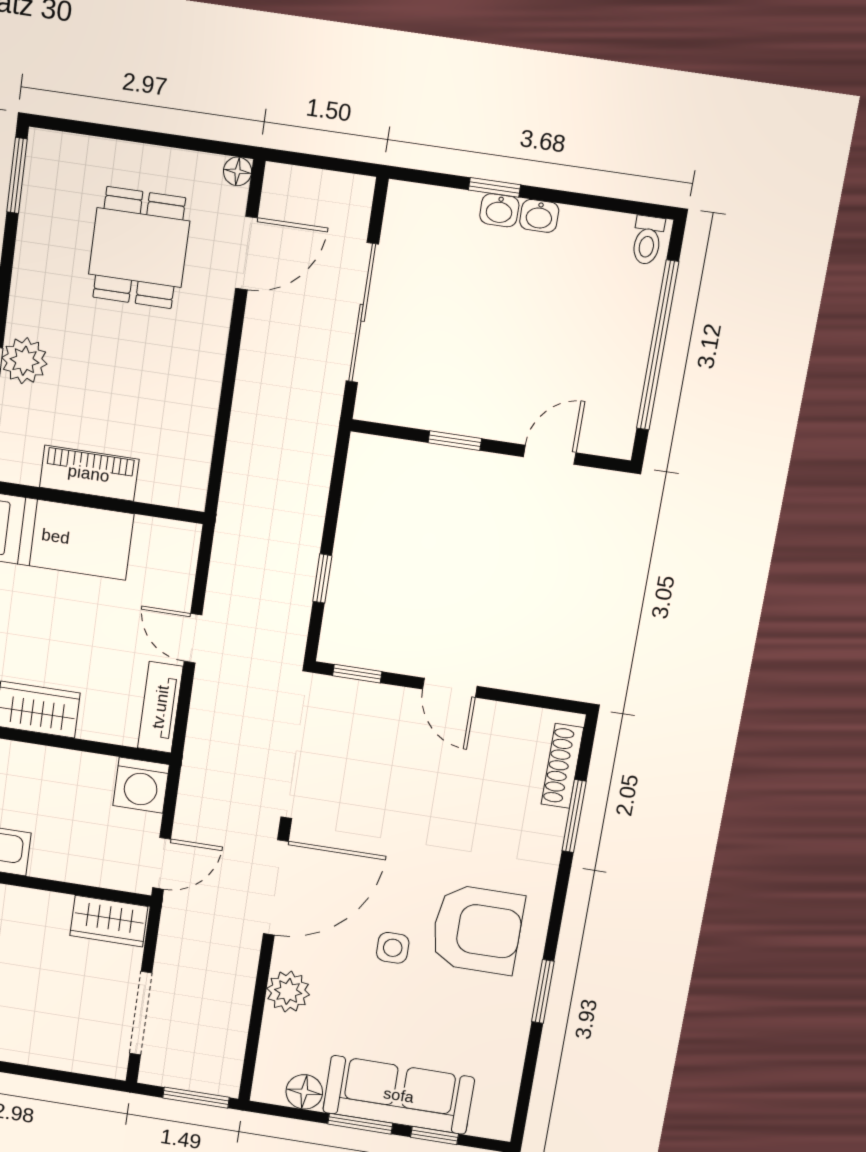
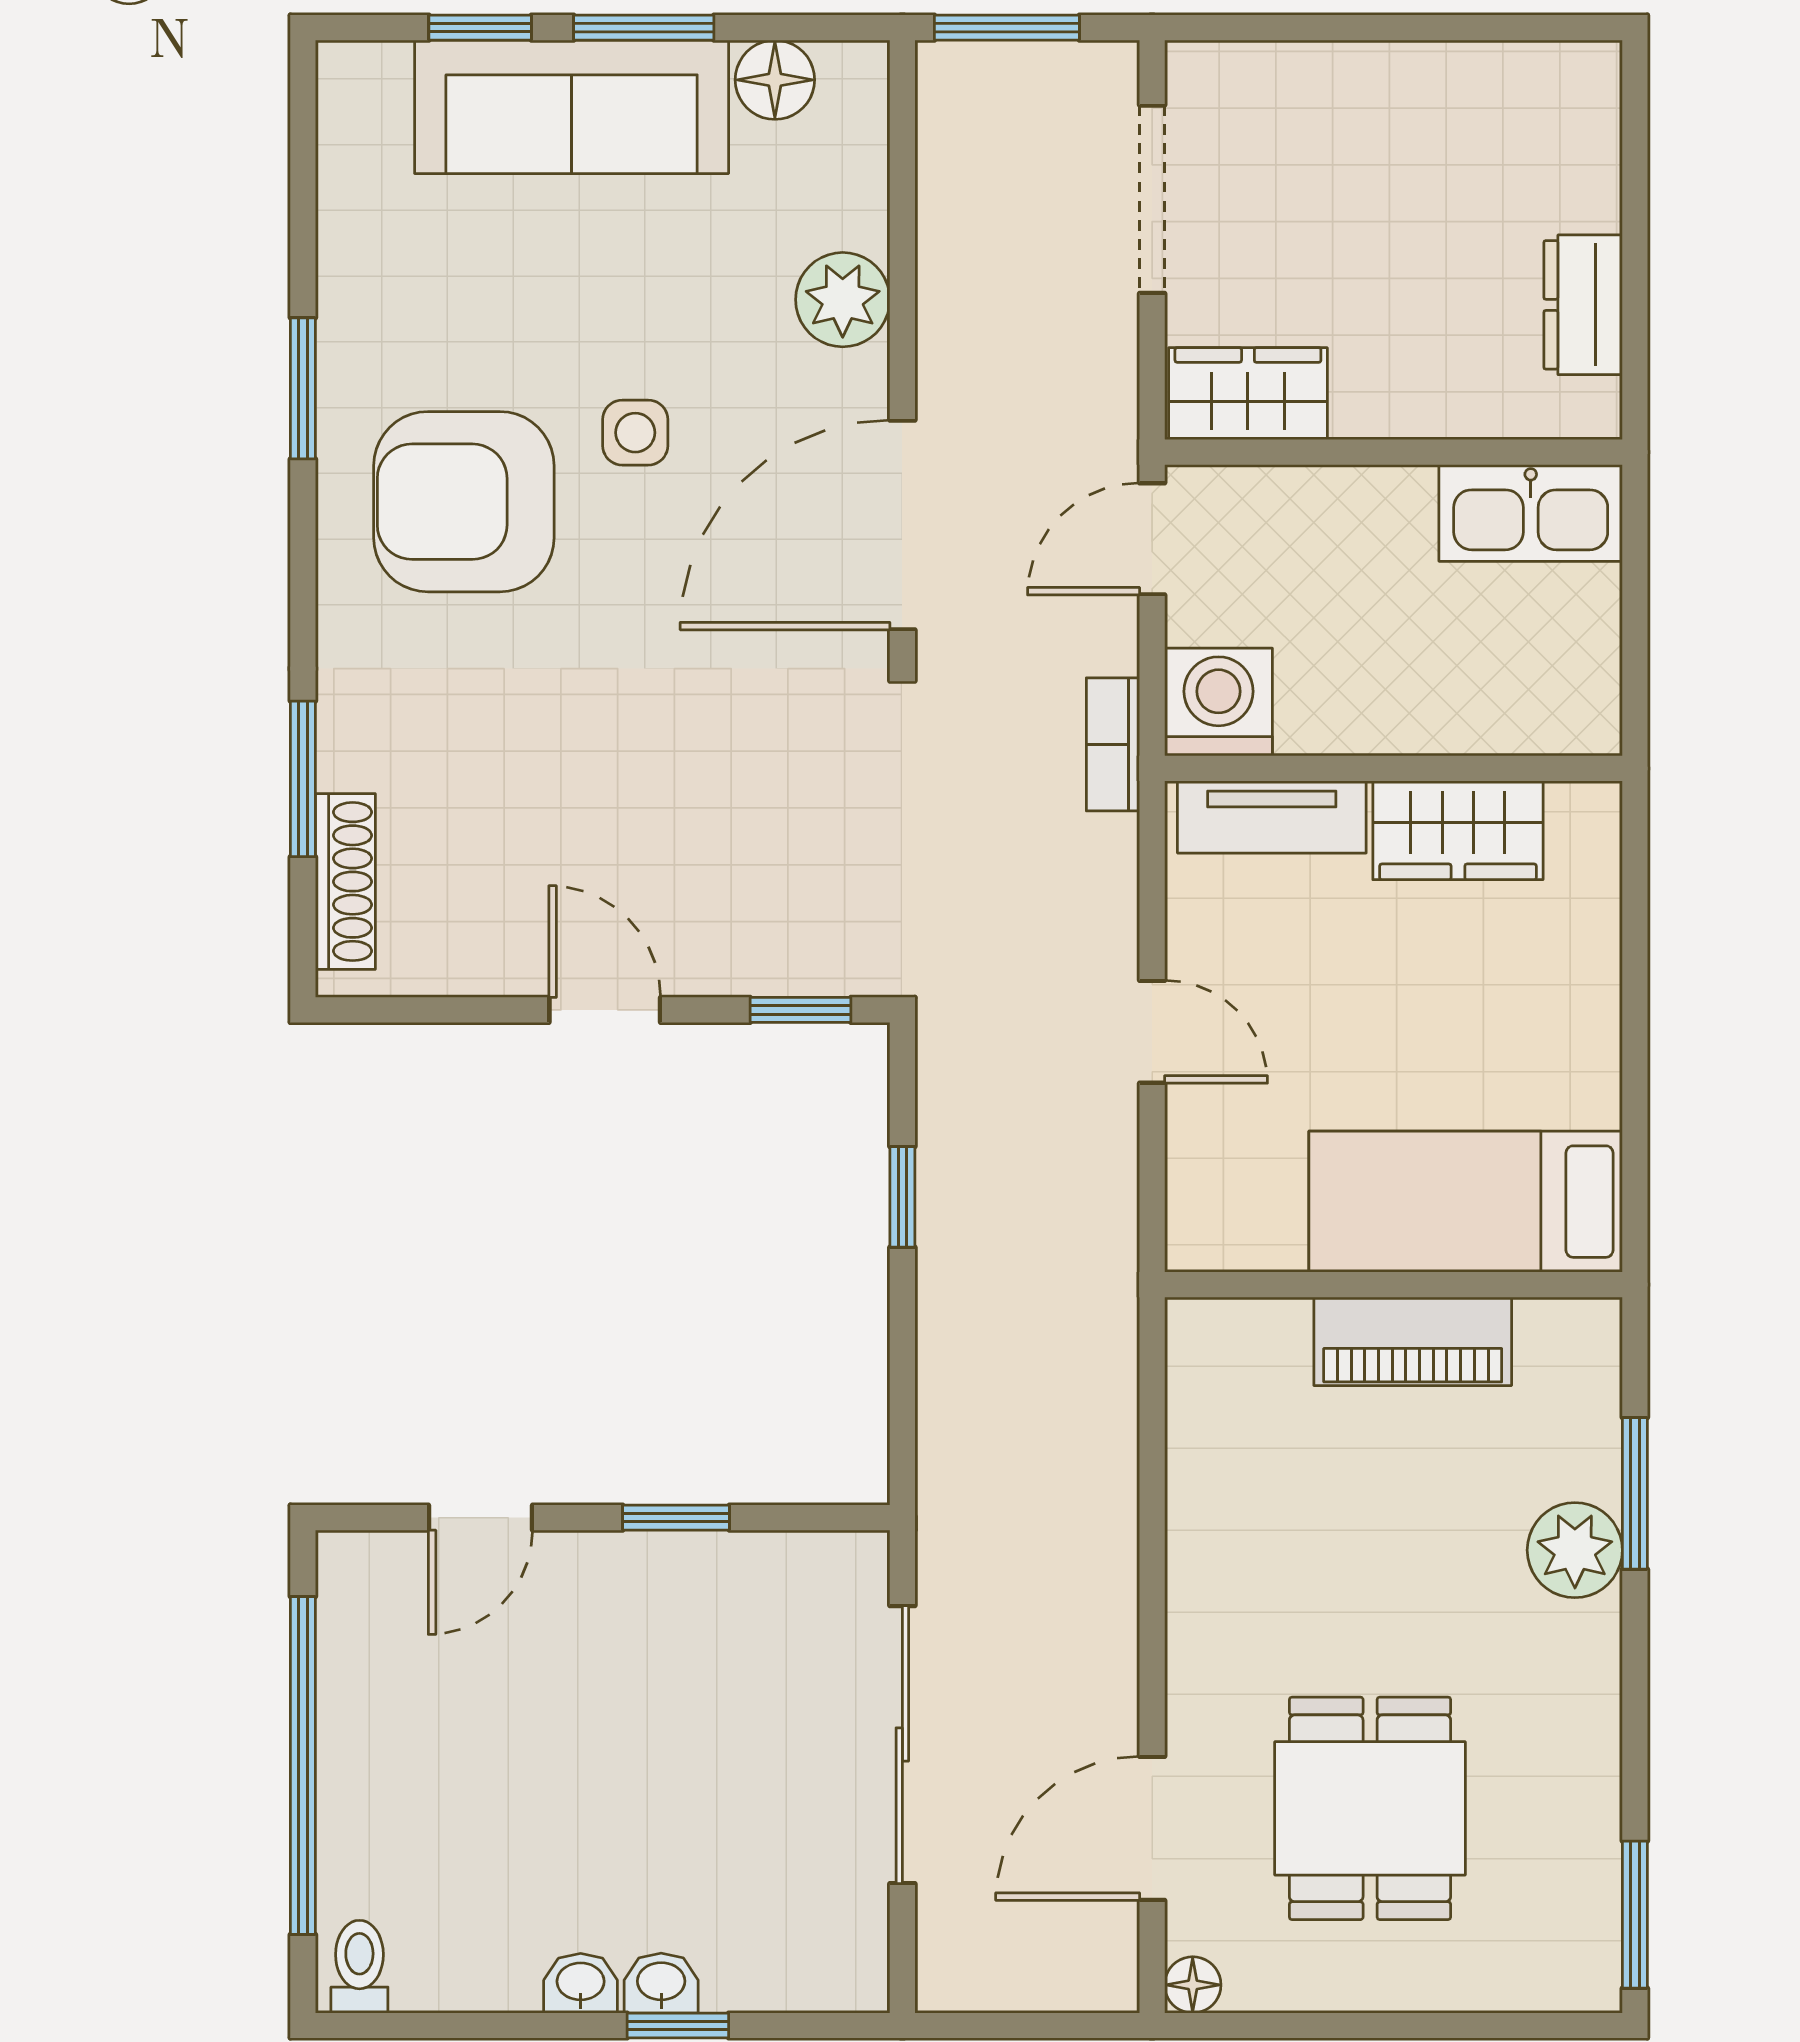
tv unit: (160, 707) -> (1272, 817), moved, turned 90
bookcase: (193, 773) -> (1113, 744), added

